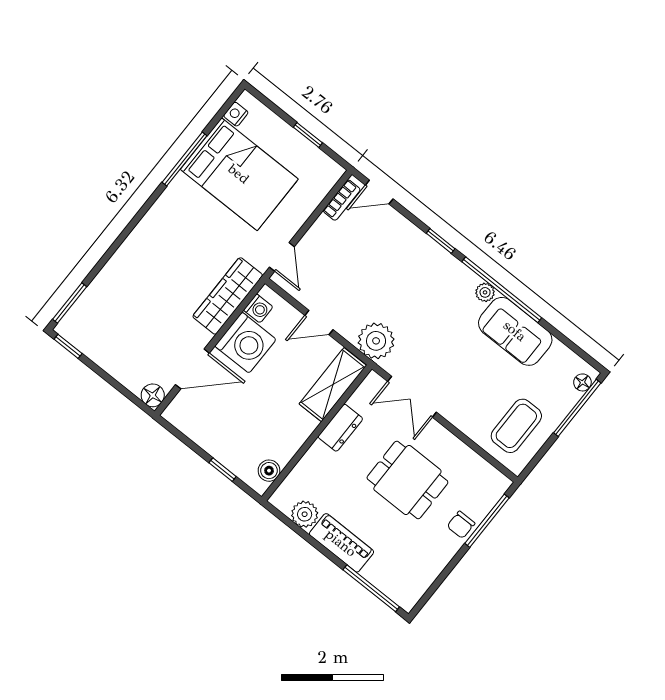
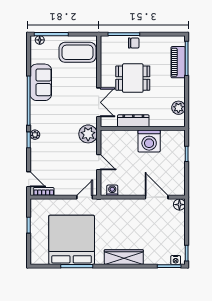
nightstand: (236, 114) -> (176, 260), moved
bed: (239, 174) -> (72, 240), width x1.36
plant: (485, 292) -> (35, 135), moved
wardrobe: (228, 296) -> (124, 257), moved, turned 180
washing machine: (245, 343) -> (149, 141), moved, turned 180
shelving: (333, 385) -> (119, 137), removed
coffee table: (516, 426) -> (77, 52), width x1.36, depth x1.32
dresser: (340, 428) -> (133, 121), width x1.44
boiler: (269, 471) -> (173, 135), removed
dining table: (407, 480) -> (133, 78), turned 90
piano: (341, 543) -> (178, 62), moved

